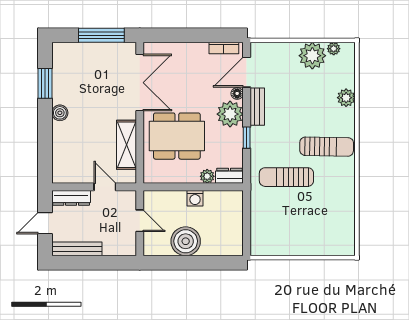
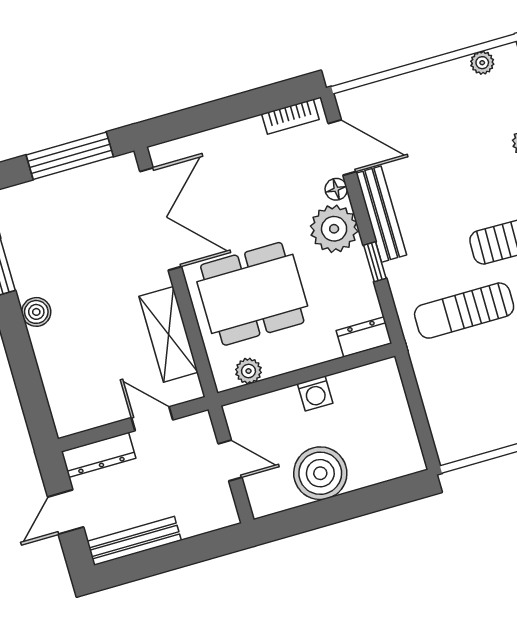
plant: (312, 56) -> (449, 86), removed
door: (247, 72) -> (342, 147), swing flipped
bench: (257, 107) -> (381, 214), width x1.36
plant: (207, 176) -> (249, 371), moved

